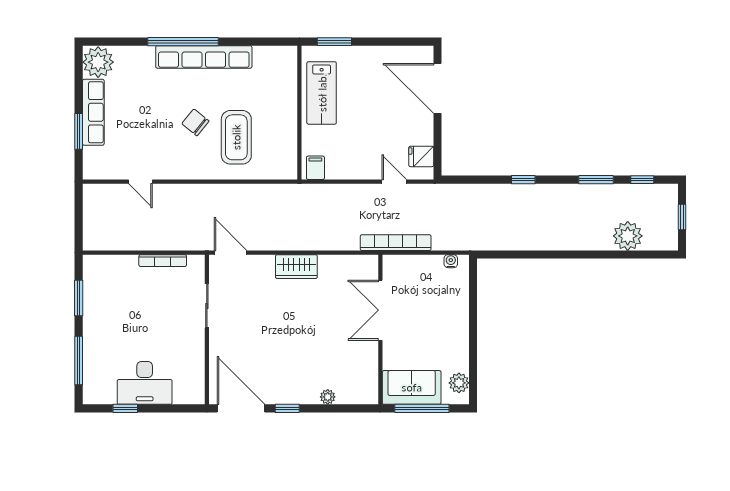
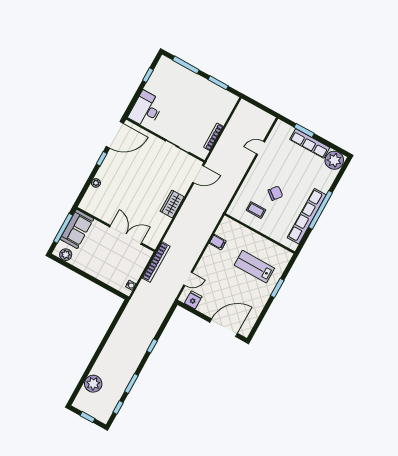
wall: (299, 113) -> (260, 233), moved
coffee table: (236, 137) -> (256, 210), width x0.54, depth x0.58
desk: (145, 383) -> (146, 109), moved

